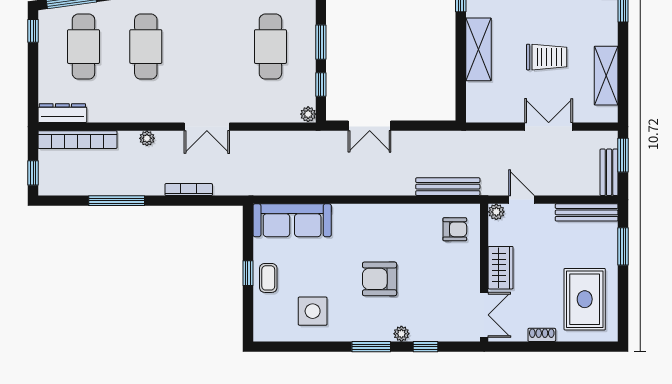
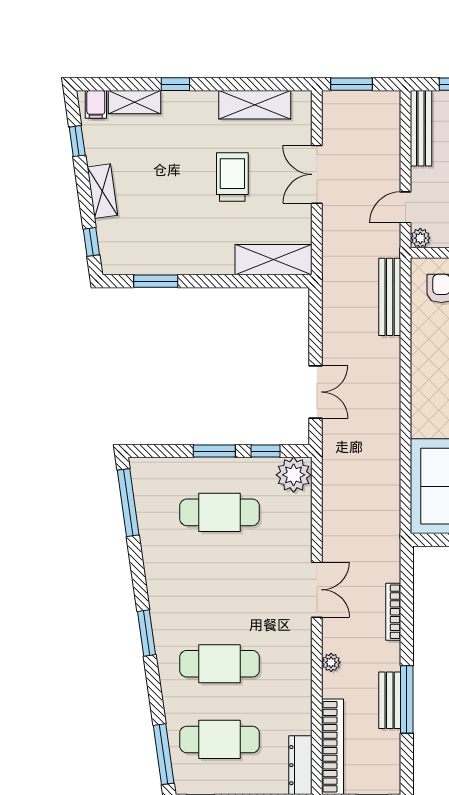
shelving: (479, 49) -> (274, 260), moved
plant: (308, 114) -> (294, 475), width x1.88, depth x1.88
bench: (609, 172) -> (390, 700), moved, turned 90

